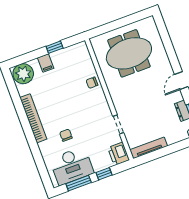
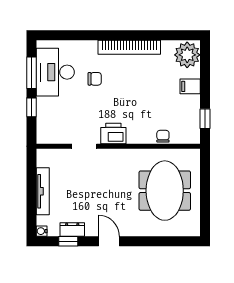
window: (55, 47) -> (205, 119), moved
chair: (92, 83) -> (163, 136), moved
tv unit: (149, 148) -> (43, 191), moved
printer: (119, 154) -> (113, 134), moved

